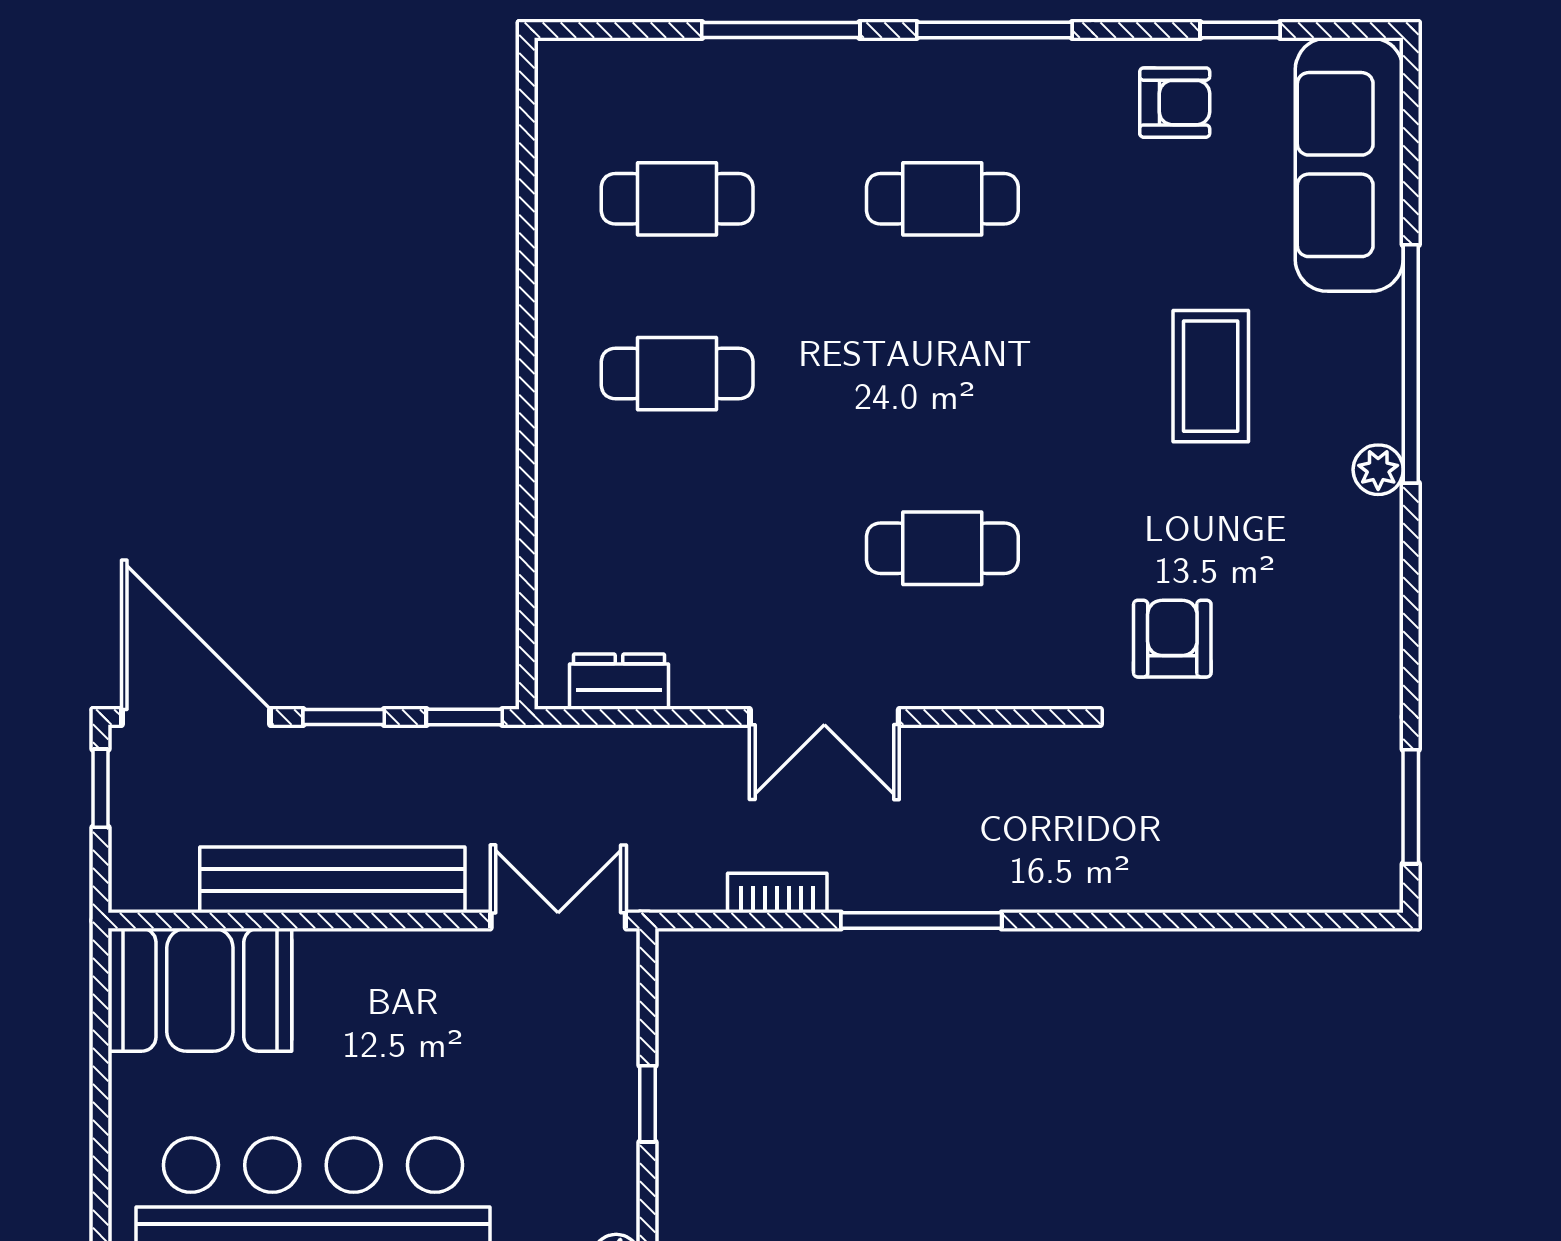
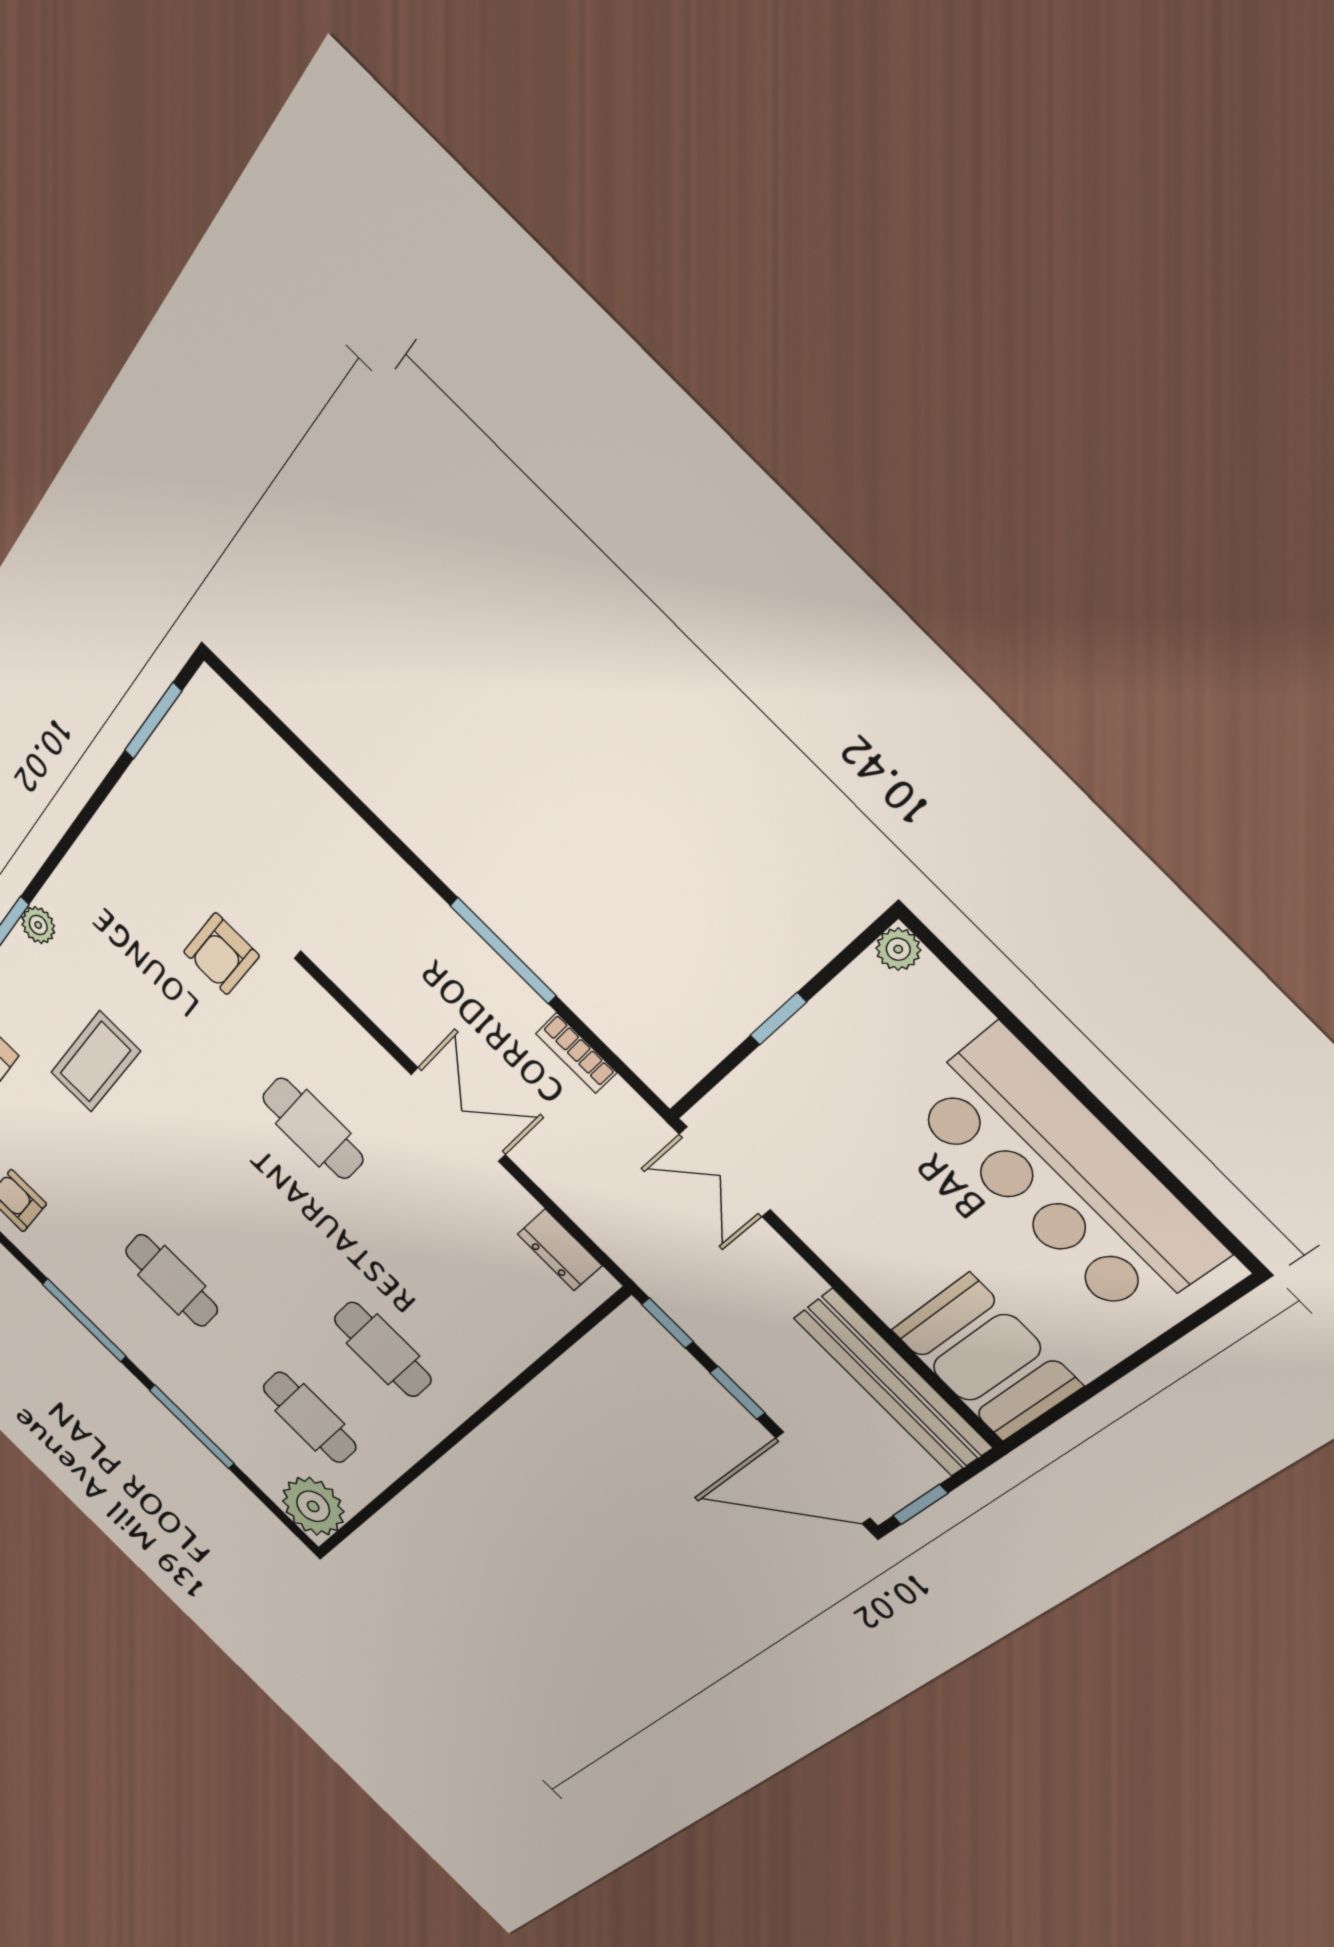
plant: (582, 86) -> (313, 1506), added
door: (196, 717) -> (823, 1478), hinge flipped
bench: (332, 880) -> (893, 1383), moved

